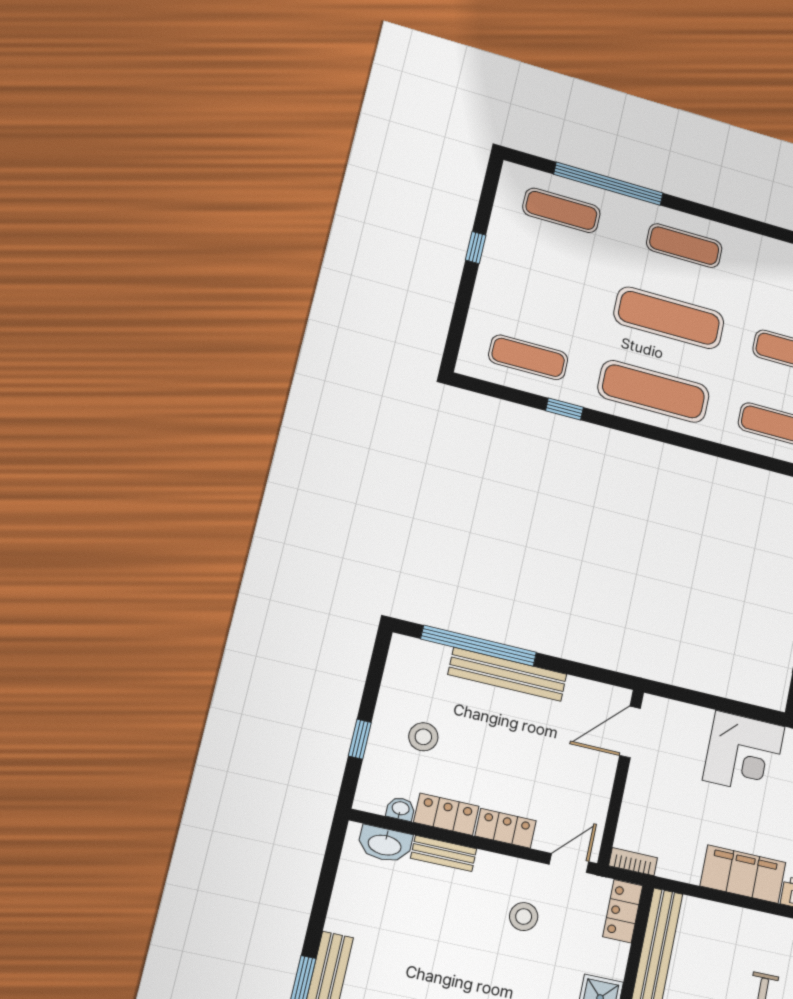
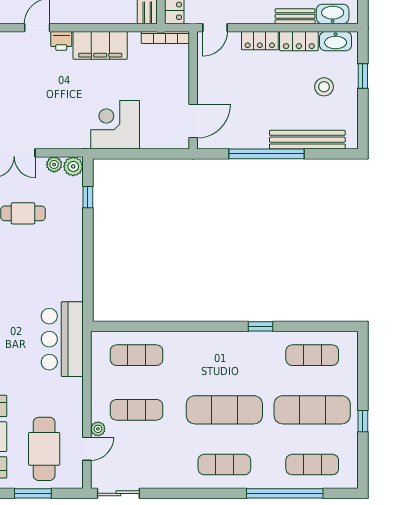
exercise mat: (654, 391) -> (312, 410), moved
window: (564, 409) -> (261, 326), moved
window: (479, 646) -> (266, 154), moved
bench: (508, 674) -> (307, 140), moved
washbasin: (400, 809) -> (336, 41), width x1.91, depth x1.45
bookcase: (633, 862) -> (165, 38), width x1.56

